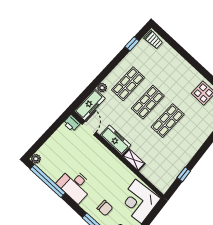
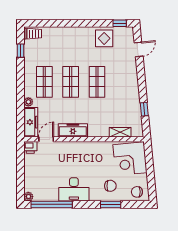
door: (89, 128) -> (46, 139), hinge flipped
shelving: (134, 160) -> (120, 132), moved

